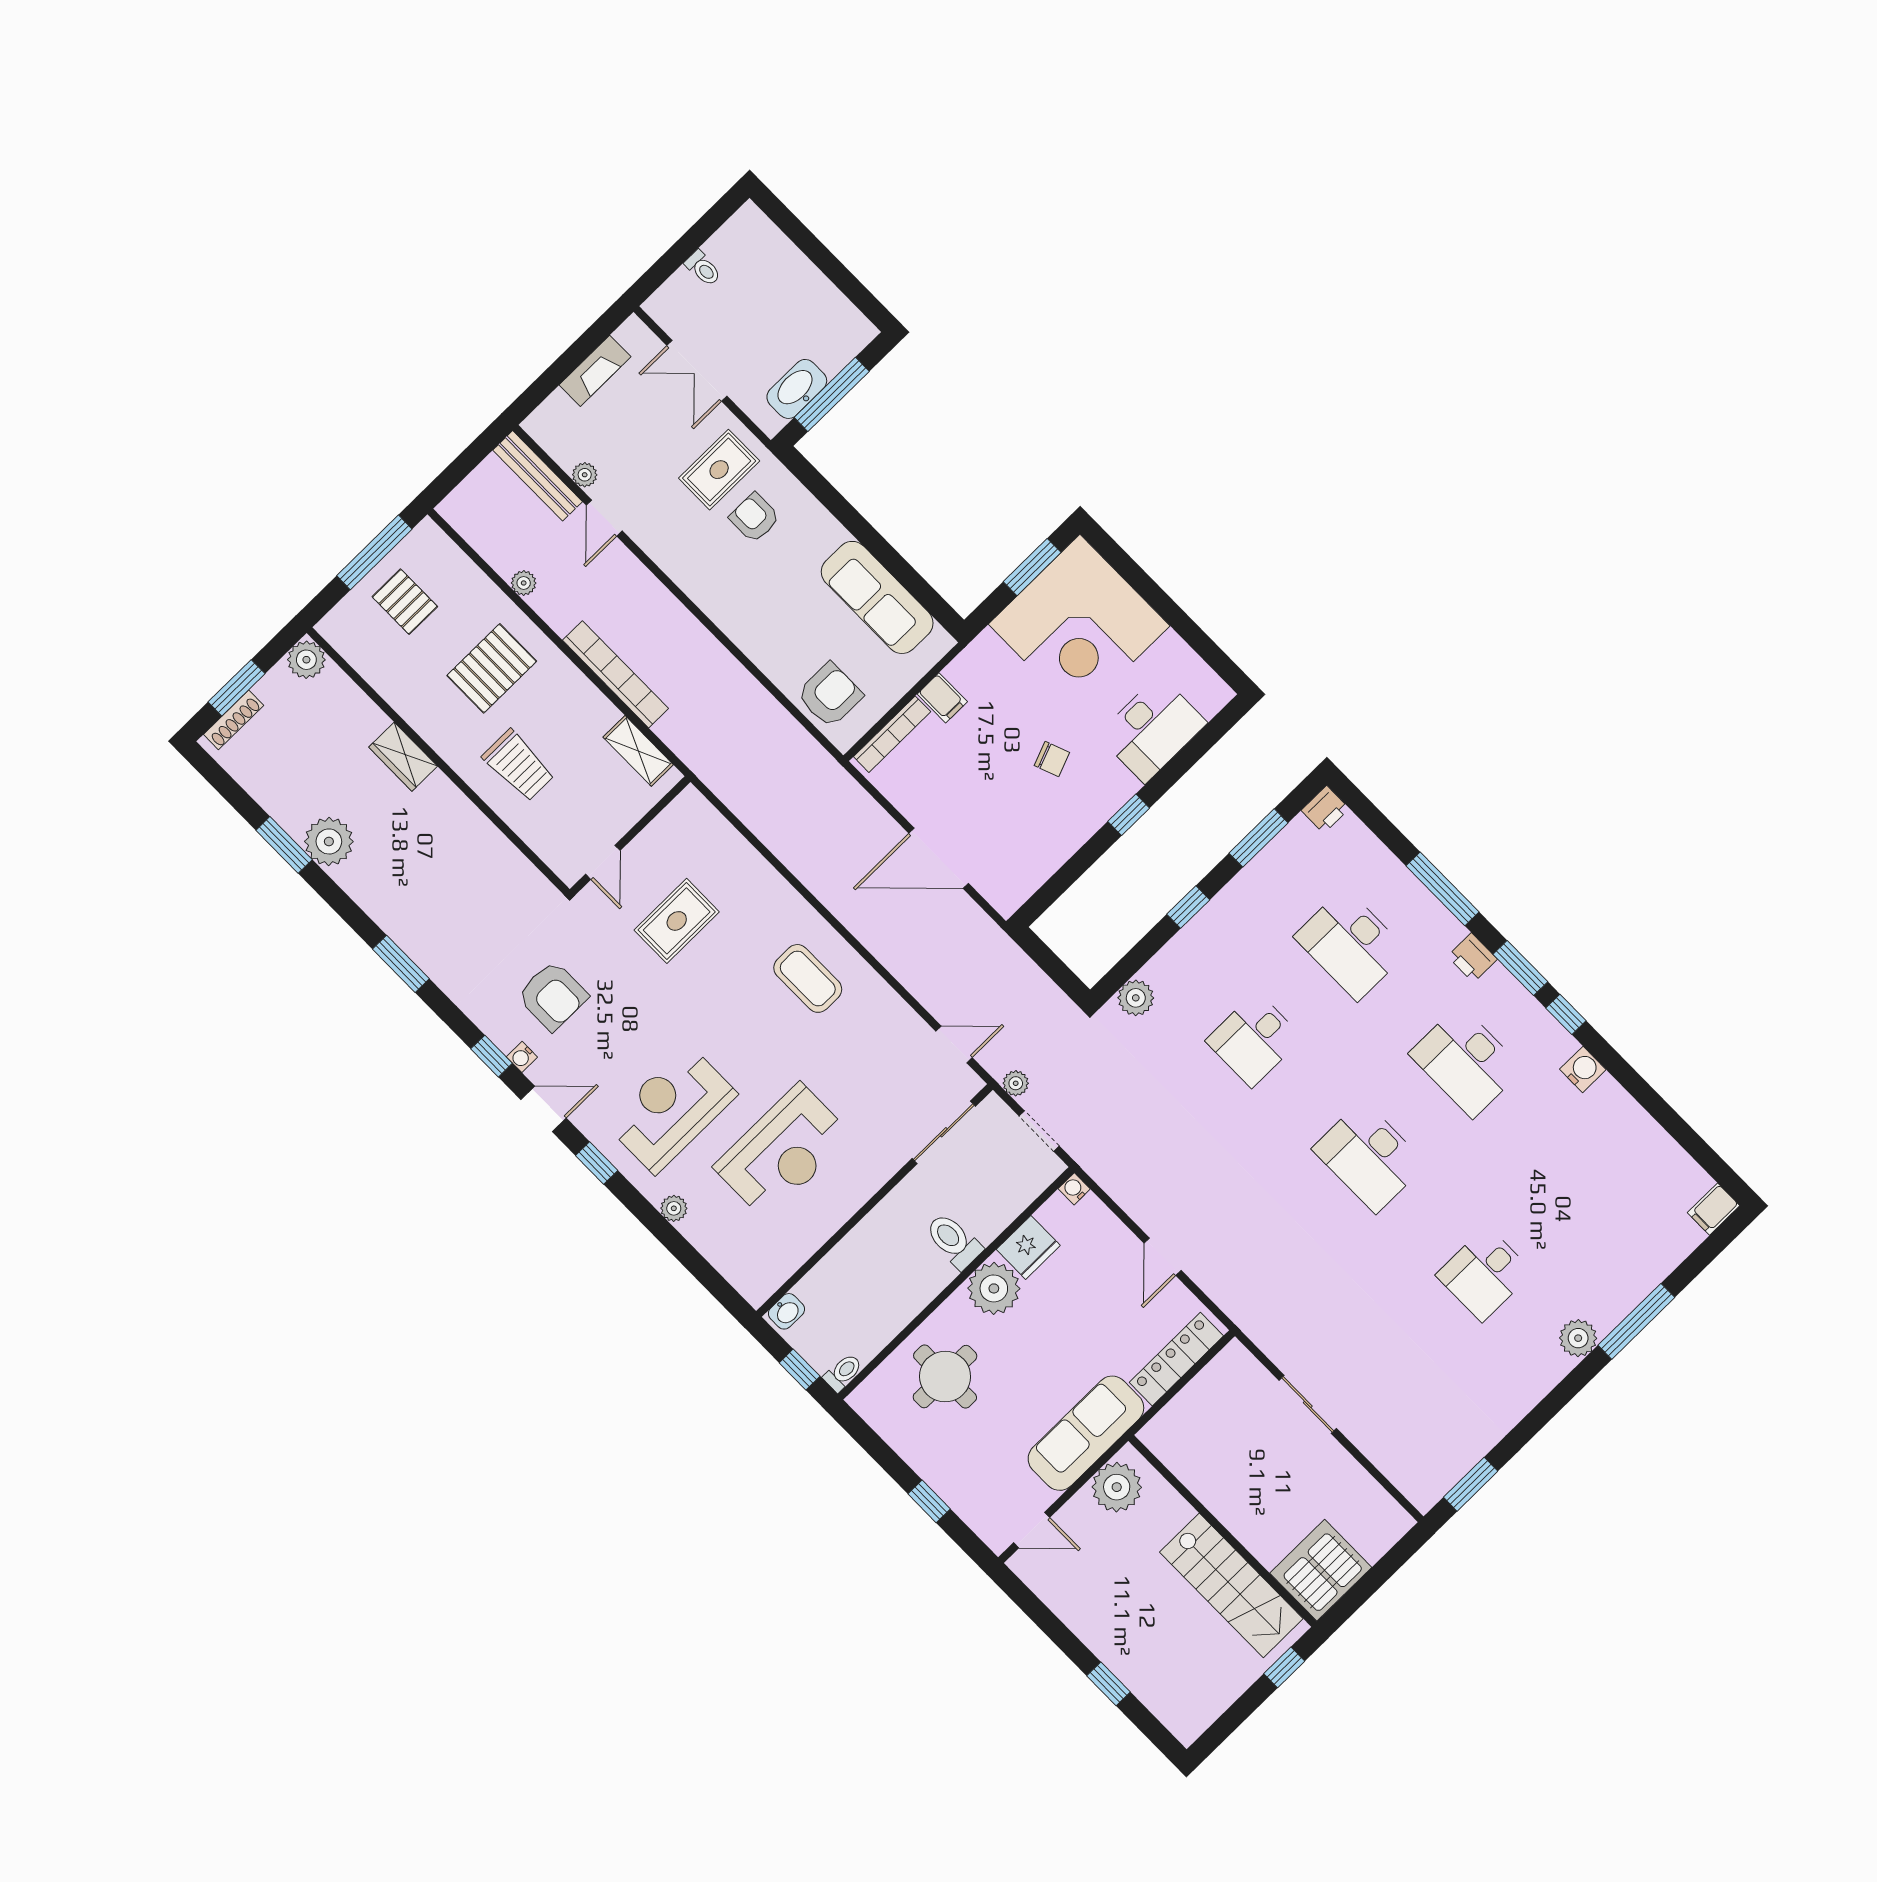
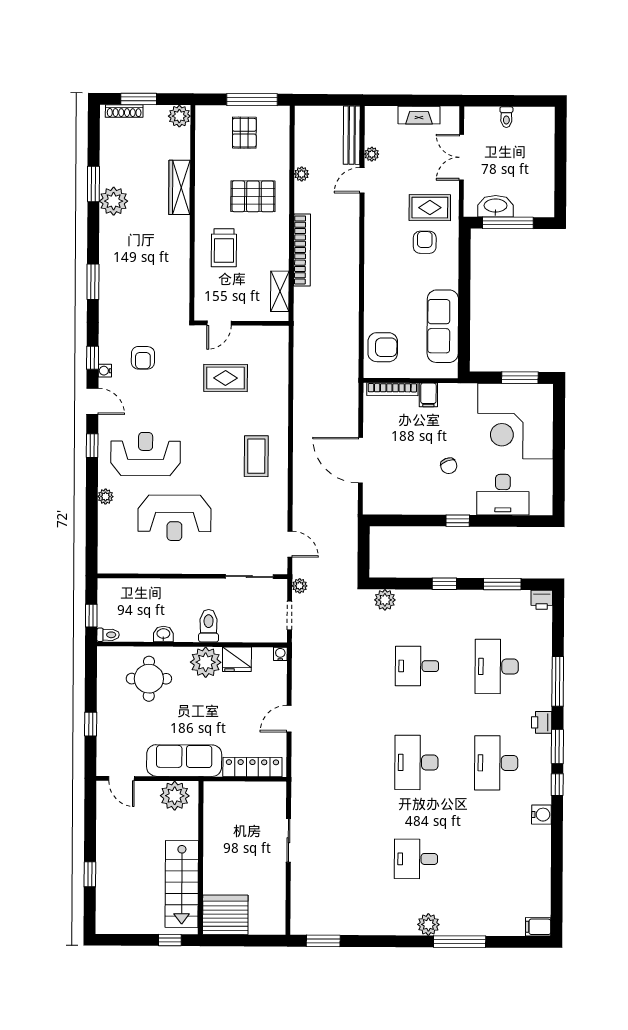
wardrobe: (403, 757) -> (180, 187), width x1.50
armchair: (553, 996) -> (143, 358), width x0.72, depth x0.72
washbasin: (786, 1311) -> (163, 634), moved, turned 180

